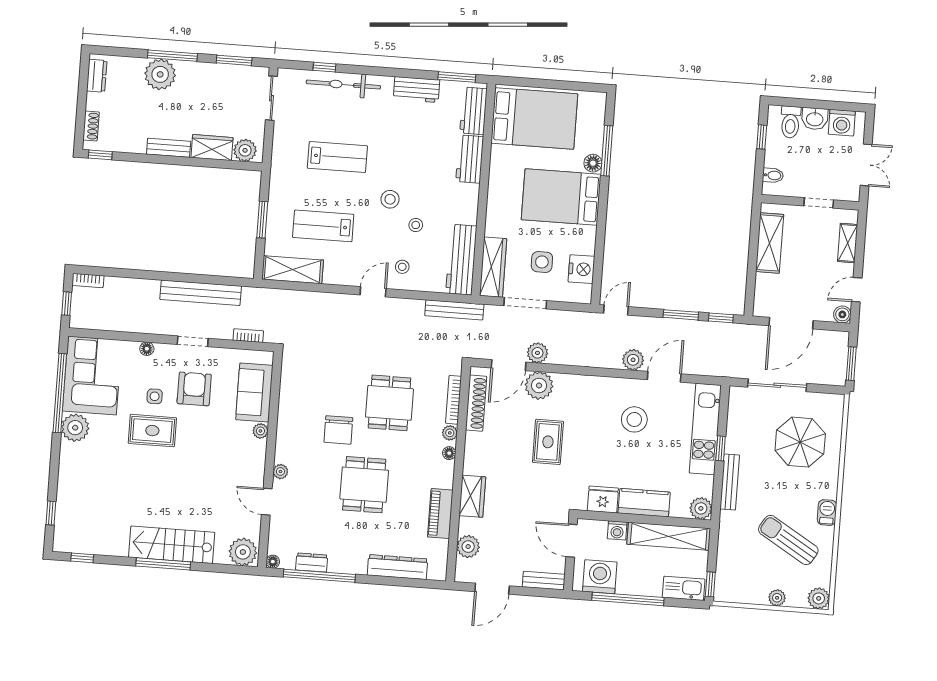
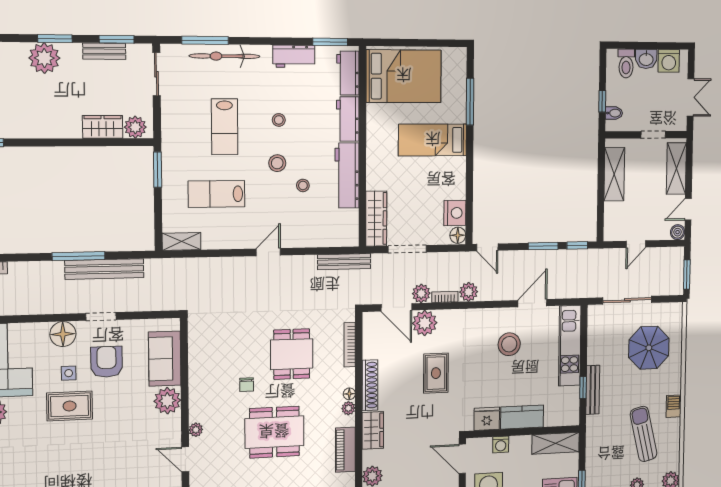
window: (172, 56) -> (55, 39), width x0.69
window: (324, 67) -> (205, 40), width x2.17
window: (762, 137) -> (602, 101), moved
bench: (169, 148) -> (104, 51), moved
lab bench: (337, 157) -> (225, 127), turned 90
floor lamp: (593, 163) -> (458, 235), moved
bed: (561, 197) -> (433, 140), width x0.67
window: (262, 220) -> (158, 170), moved
shelving: (848, 243) -> (676, 168), width x1.50, depth x1.33
workbench: (461, 260) -> (347, 175), moved
side table: (542, 262) -> (420, 210), removed
stool: (402, 267) -> (279, 120), moved
shelving: (293, 270) -> (181, 241), width x0.67, depth x0.75
window: (176, 277) -> (78, 256), added
door: (616, 310) -> (487, 247), swing flipped
door: (791, 323) -> (636, 244), width x0.53
bookcase: (248, 336) -> (445, 297), moved
floor lamp: (147, 349) -> (63, 334), width x1.89, depth x1.89
plant: (633, 360) -> (469, 292), moved
door: (509, 365) -> (396, 307), hinge flipped
shoe rack: (476, 403) -> (370, 385), moved
chair: (338, 430) -> (247, 385), width x0.54, depth x0.54
plant: (260, 431) -> (167, 401), width x1.88, depth x1.88
plant: (450, 433) -> (348, 408), moved
window: (721, 448) -> (583, 387), moved
dining table: (364, 485) -> (274, 432), width x1.37
plant: (701, 508) -> (570, 416), removed
shelving: (669, 536) -> (556, 443), width x0.68
sun lounger: (788, 540) -> (644, 434), turned 46

